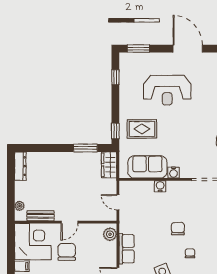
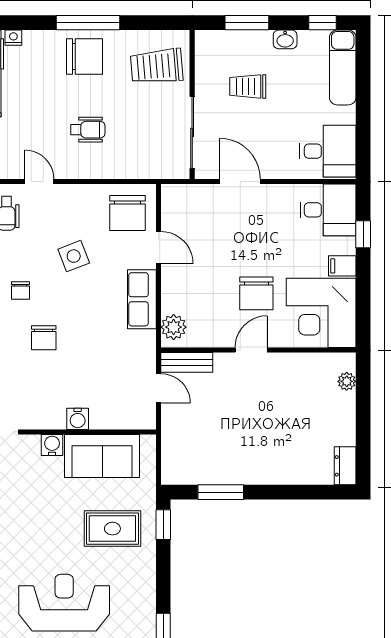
wardrobe: (109, 165) -> (175, 460), removed
dresser: (20, 166) -> (345, 466), width x0.70
bench: (41, 216) -> (187, 362), moved

